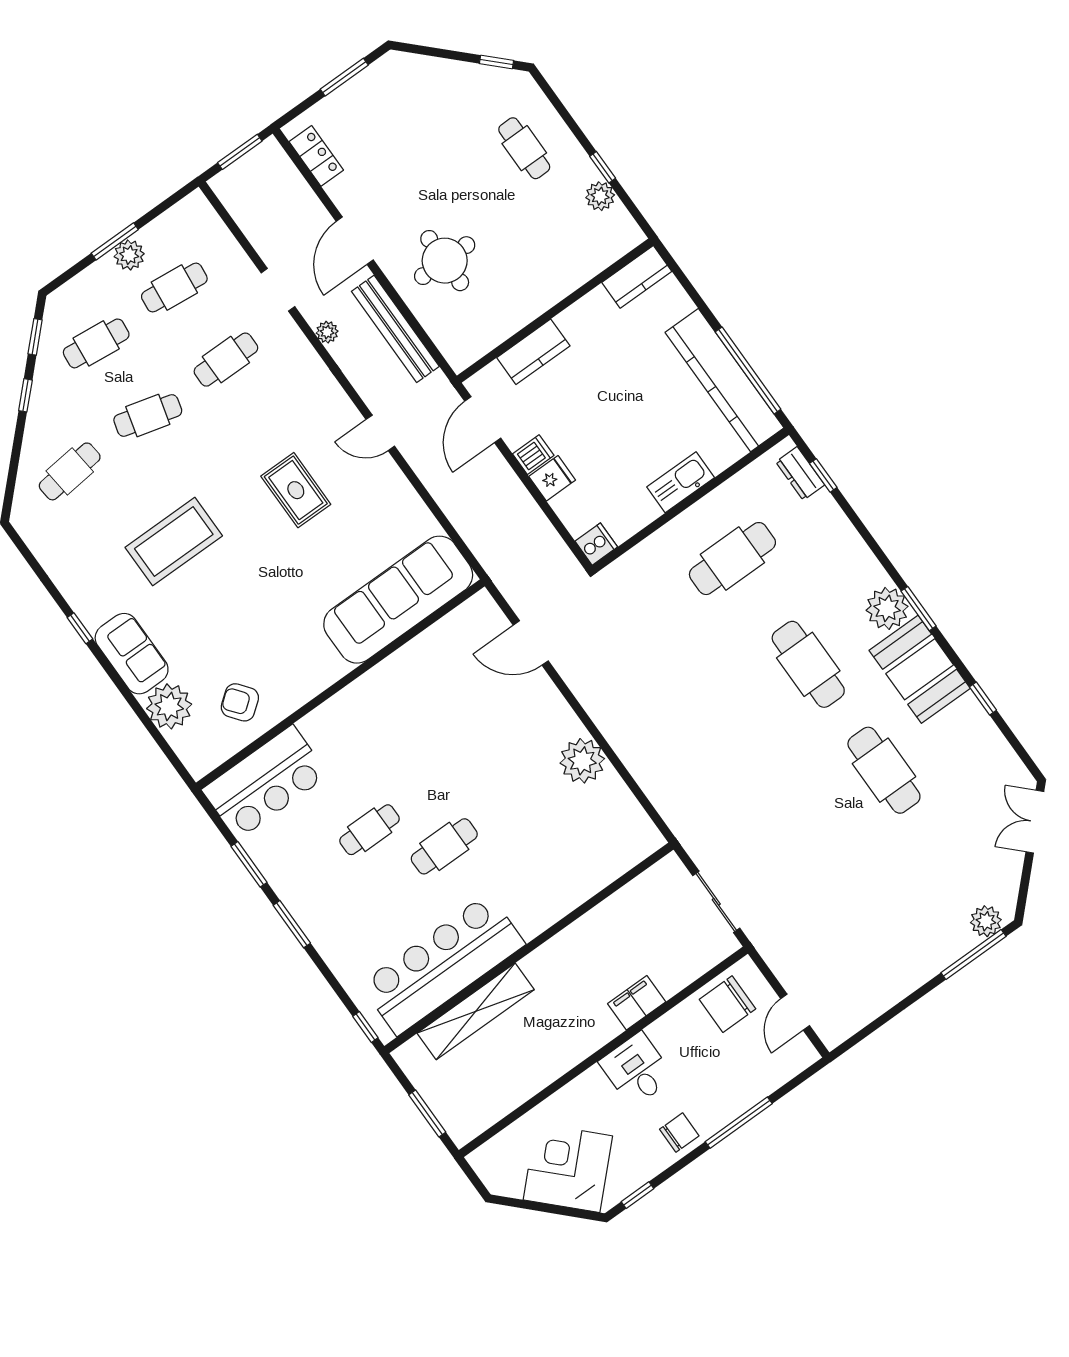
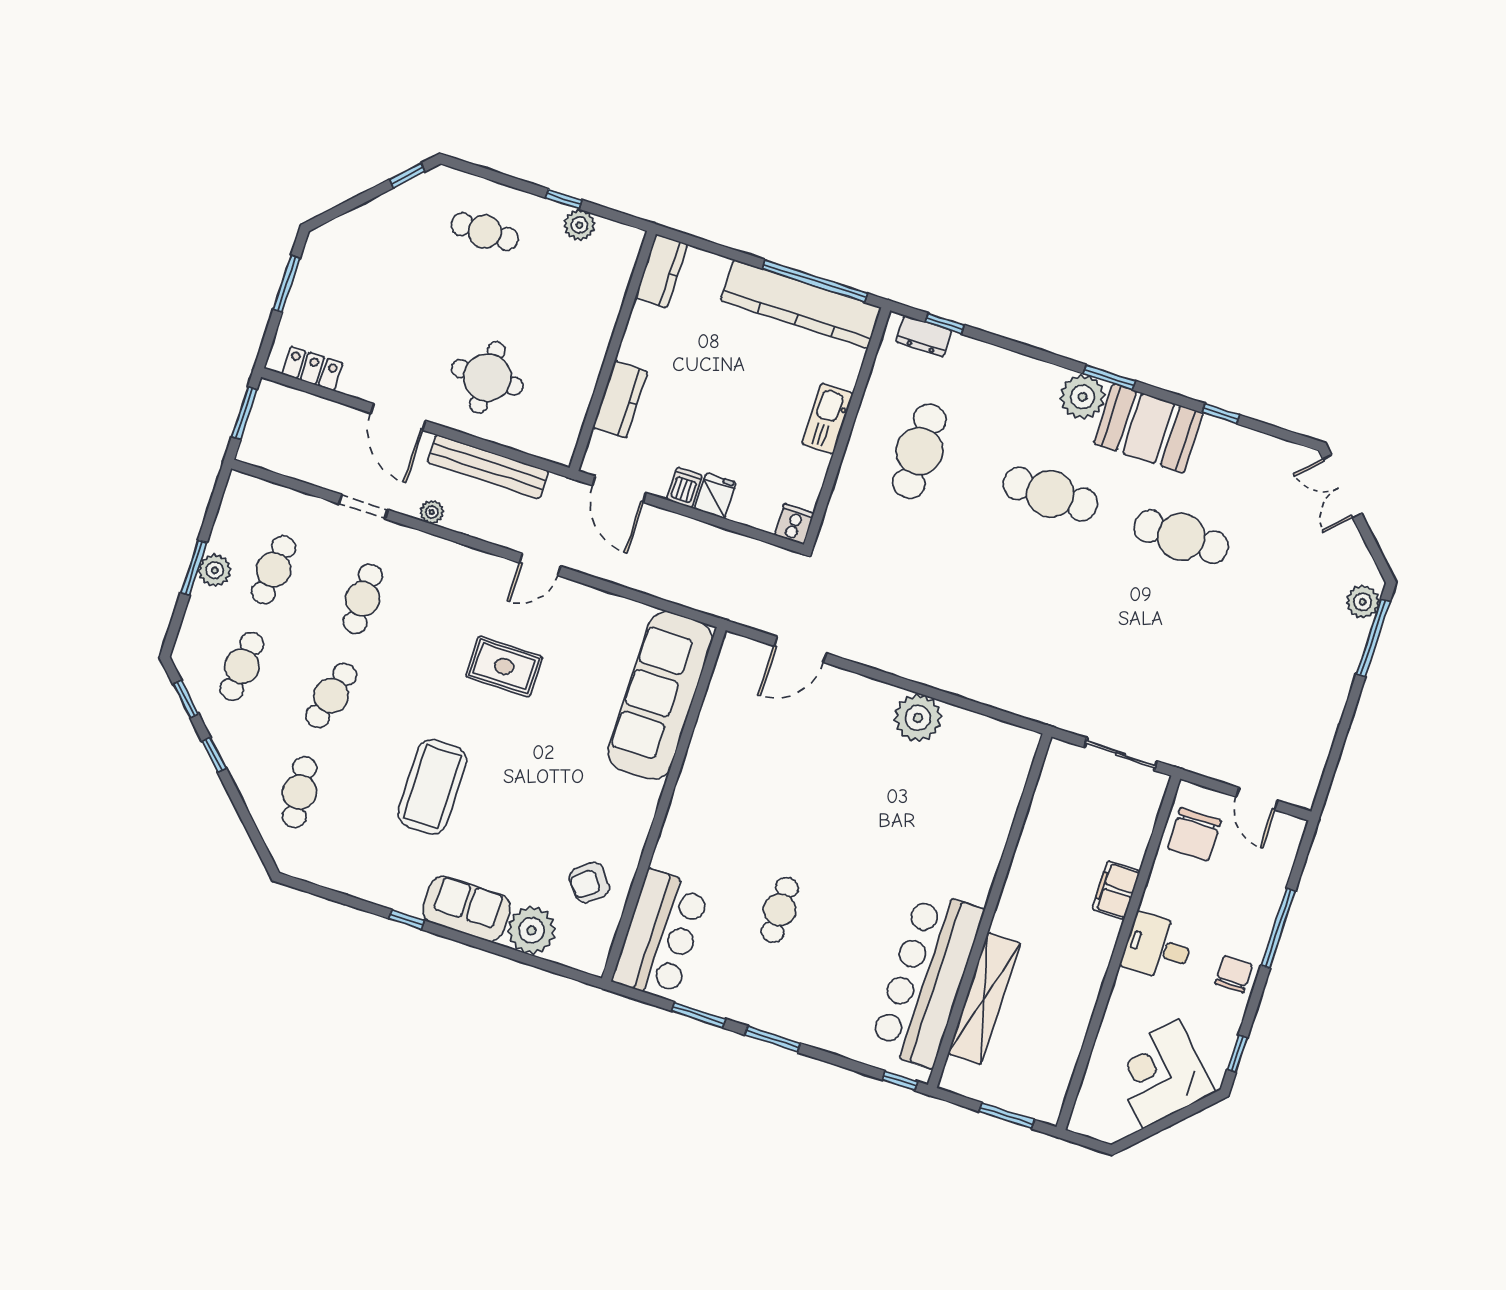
cafe table: (444, 846) -> (854, 877), removed

